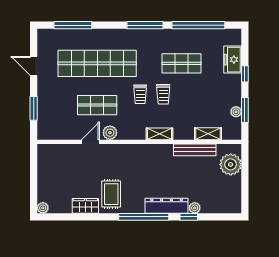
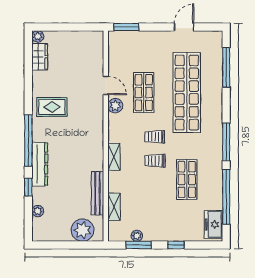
freezer: (233, 60) -> (213, 224), moved, turned -90
window: (34, 108) -> (126, 27), moved
wardrobe: (85, 206) -> (40, 57), moved
plant: (195, 208) -> (38, 211), moved

